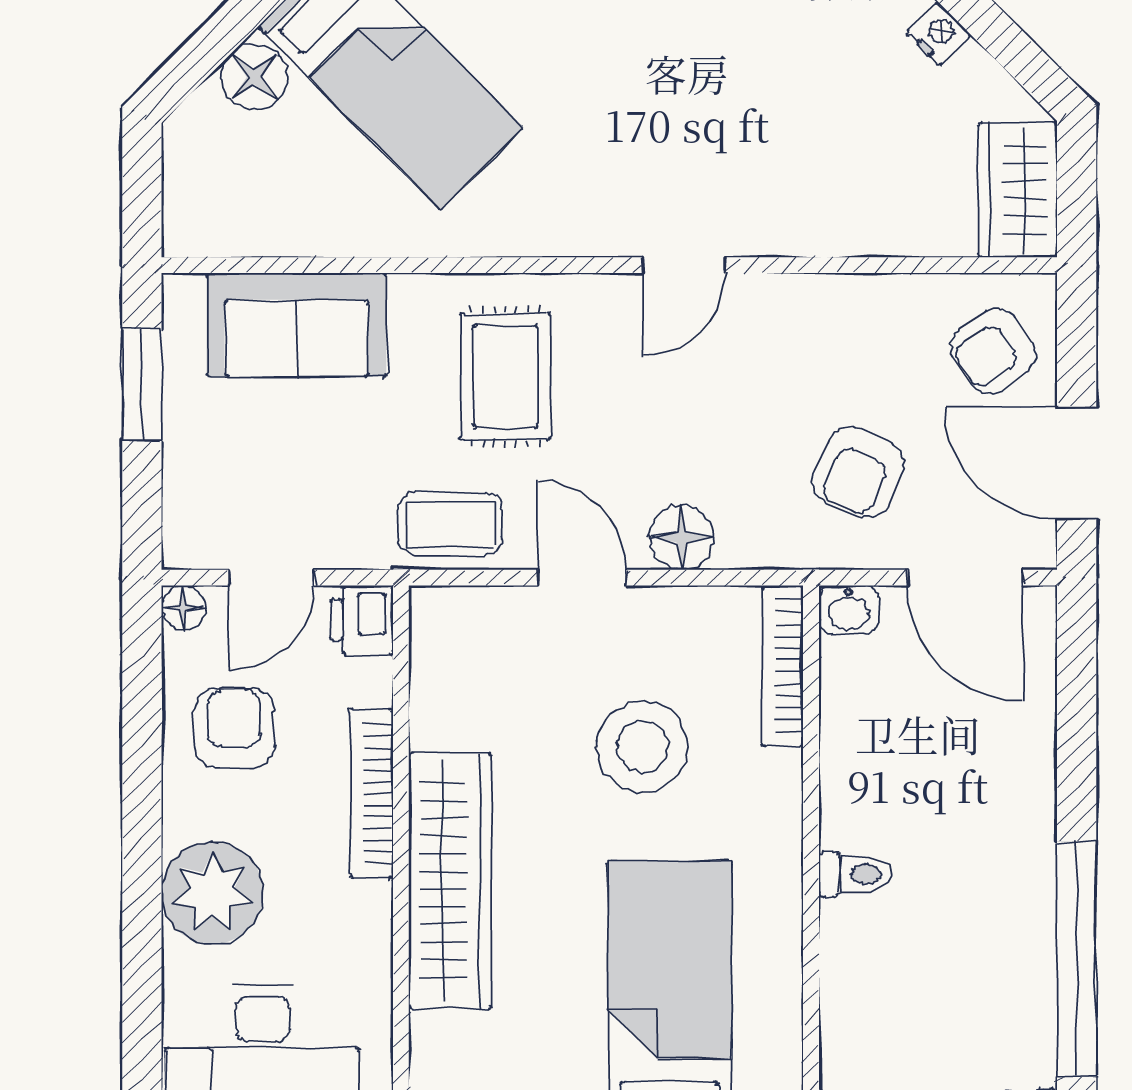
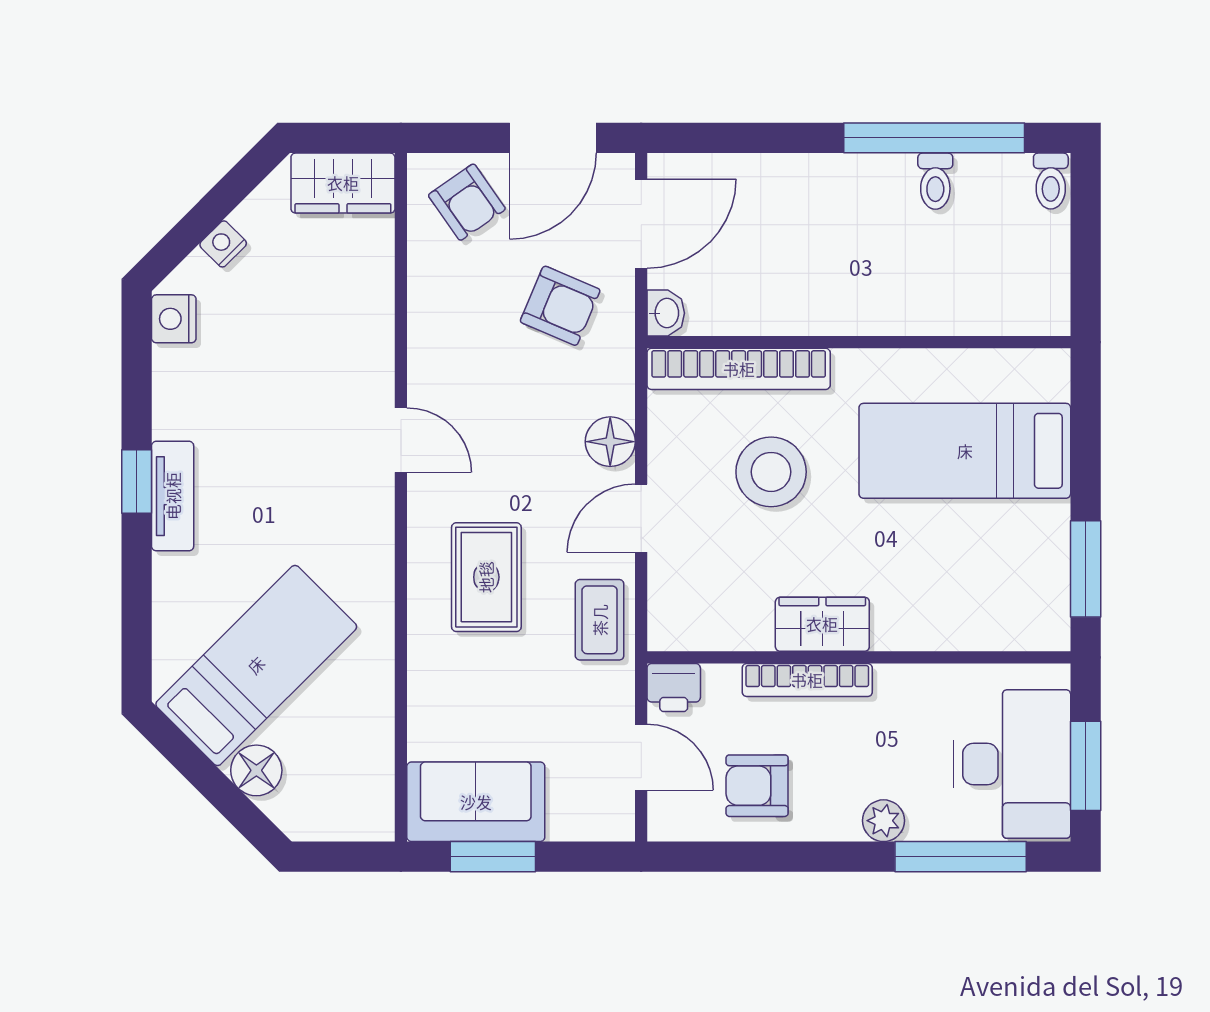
sofa: (296, 325) -> (476, 802), moved, turned -90
rug: (505, 376) -> (486, 577), turned 90
floor lamp: (183, 607) -> (664, 825), removed
bookcase: (783, 666) -> (739, 369), width x1.48, depth x1.31
toilet: (856, 874) -> (935, 181), moved, turned 180
wardrobe: (450, 880) -> (822, 624), width x0.48, depth x0.85
plant: (212, 893) -> (884, 821), width x0.53, depth x0.53
window: (142, 993) -> (961, 857), added

